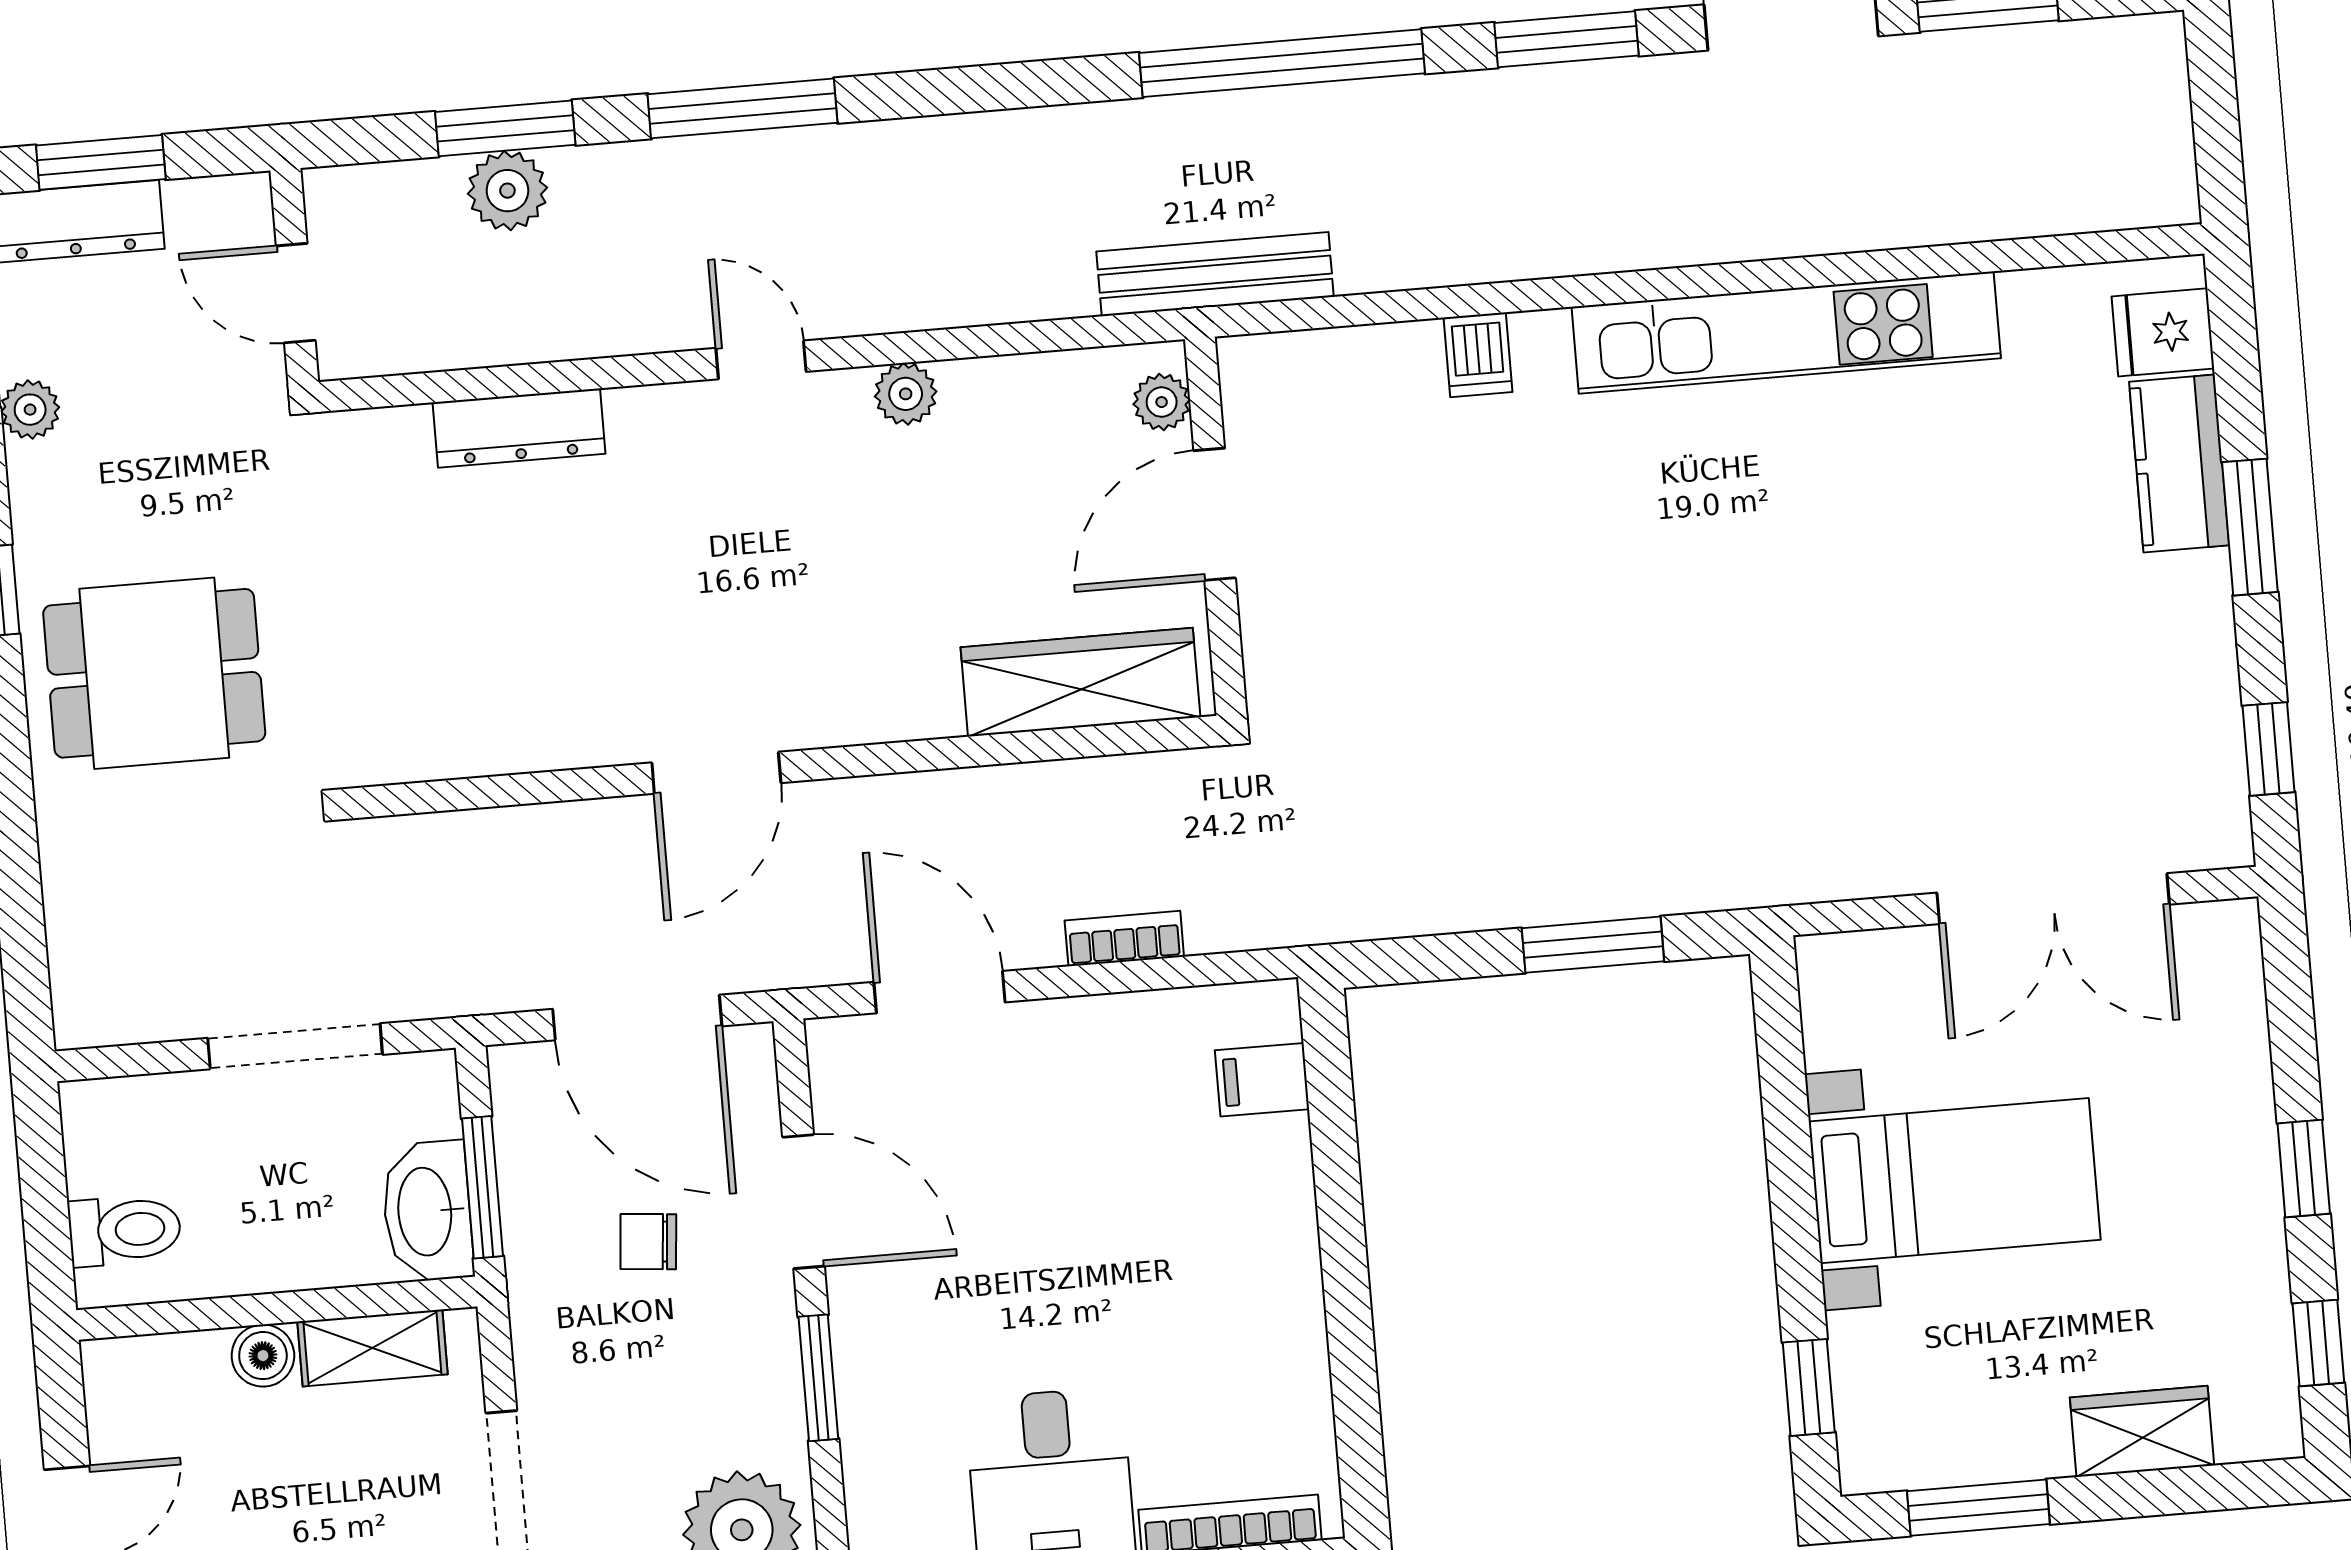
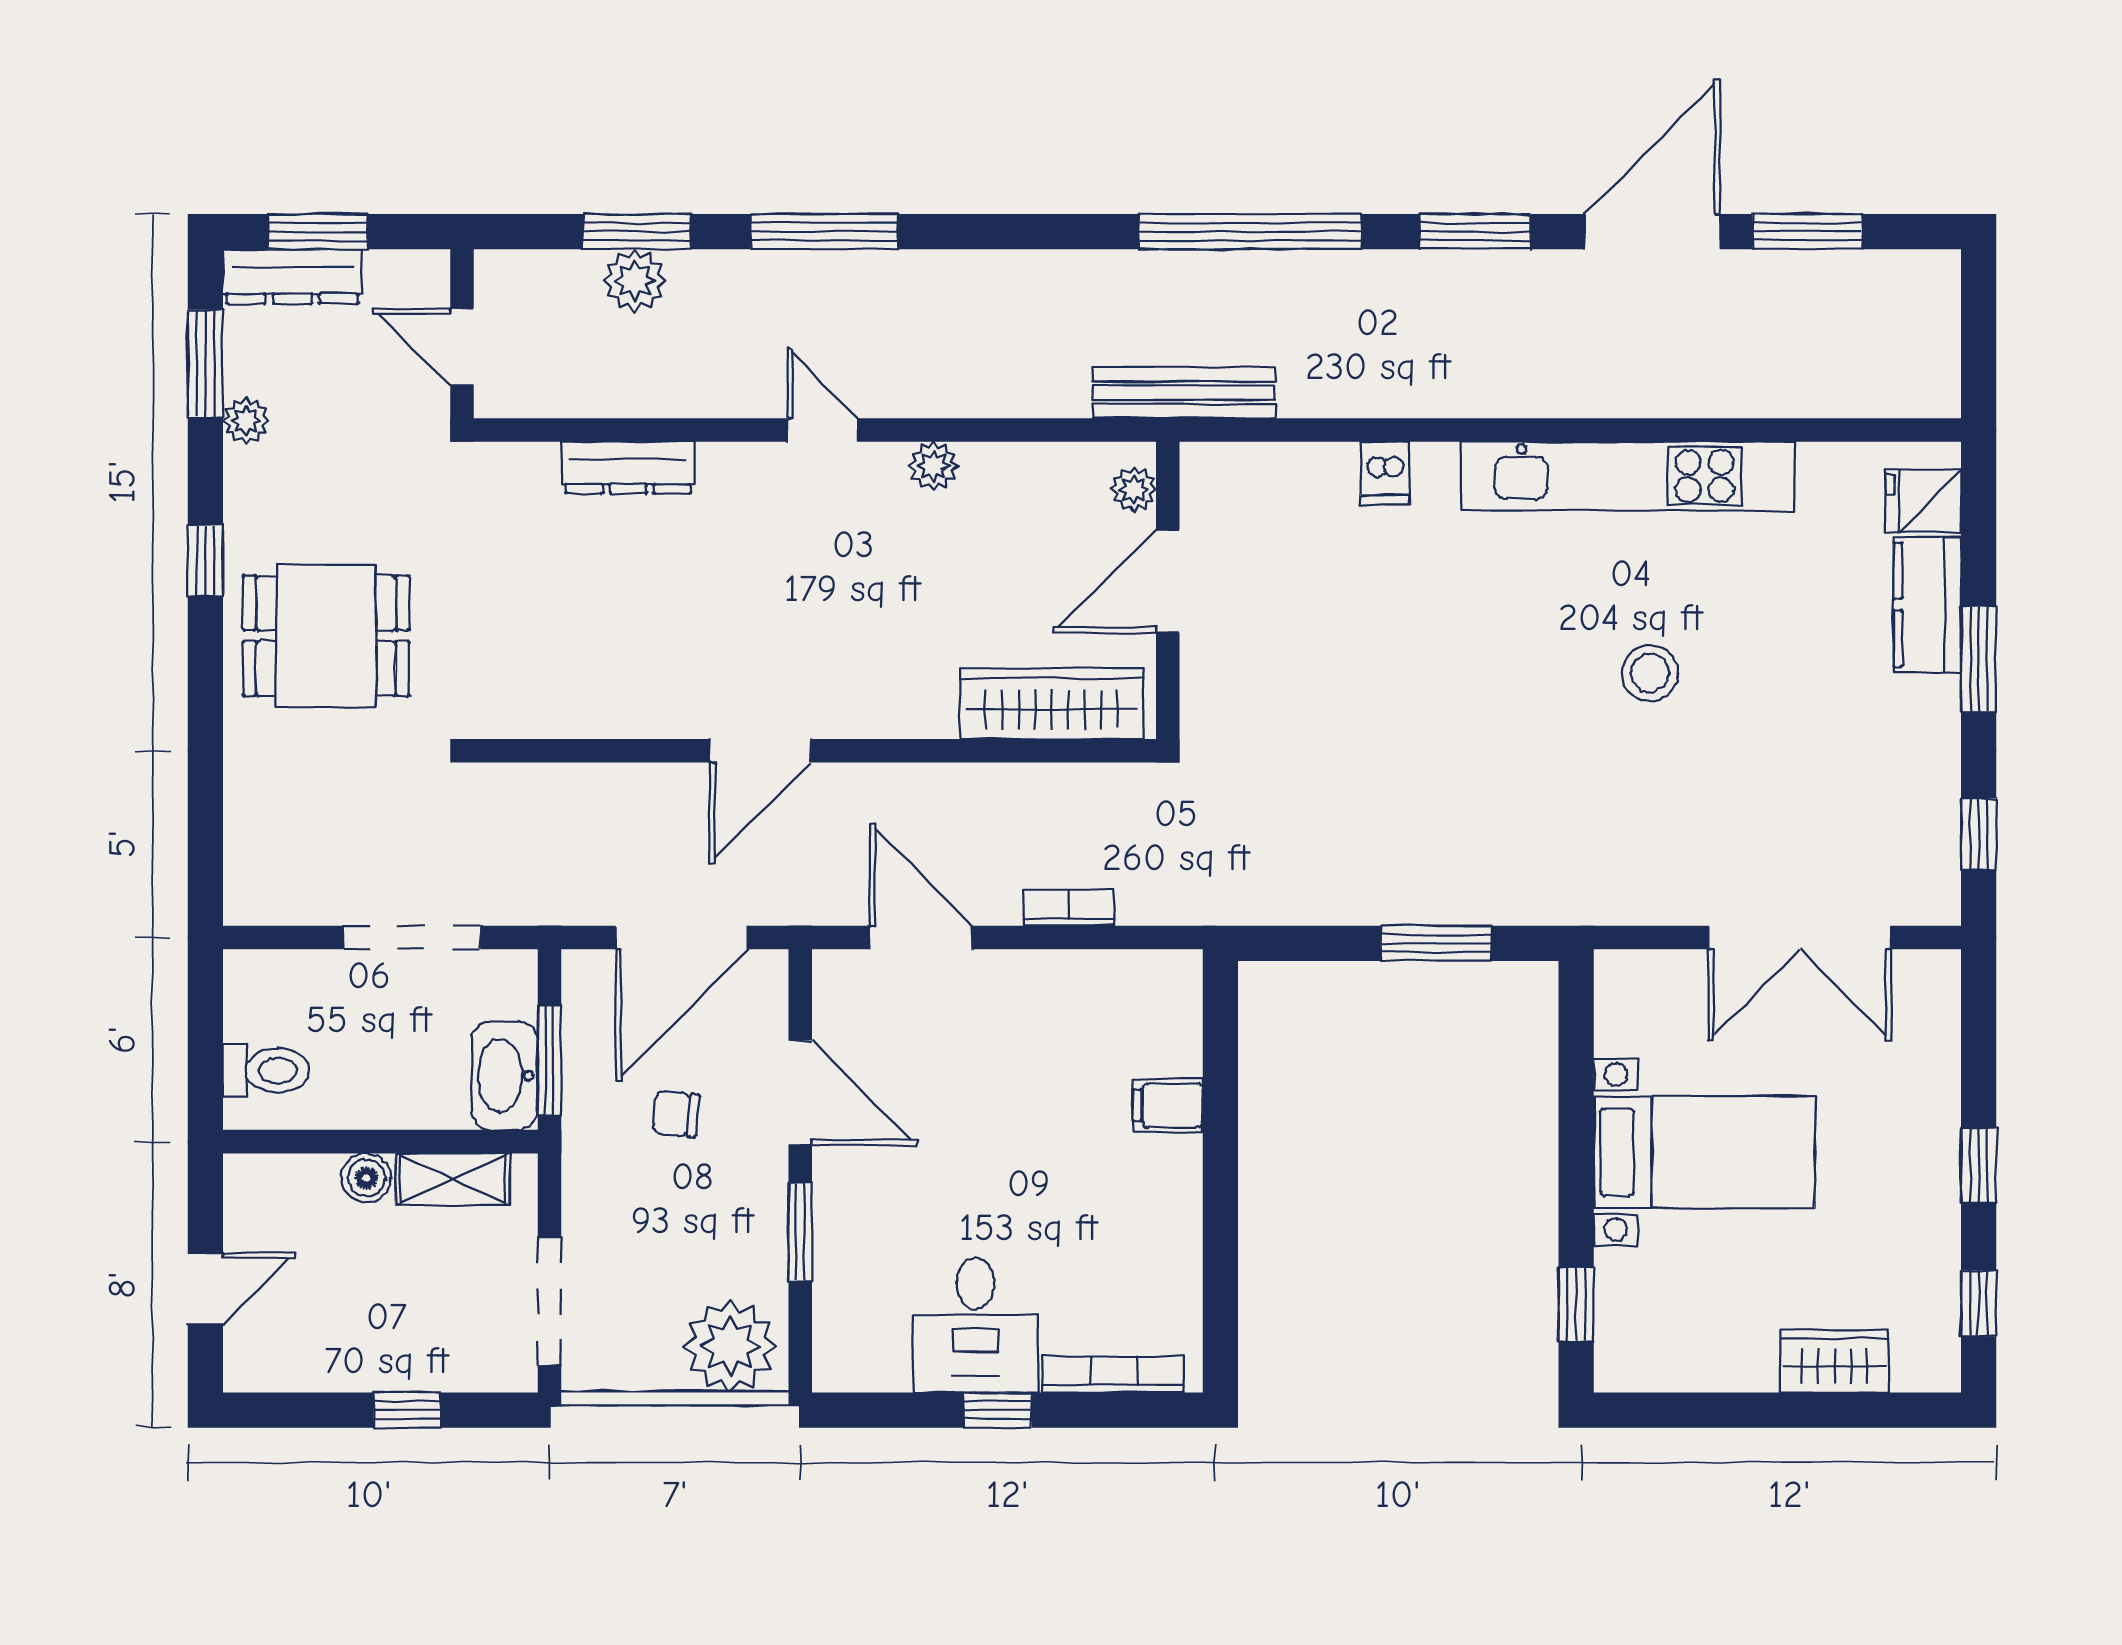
stool: (1835, 580) -> (1650, 673), added
door: (637, 1018) -> (682, 937), hinge flipped
filing cabinet: (1262, 1080) -> (1168, 1105), moved
window: (1978, 1508) -> (1701, 1410), removed

